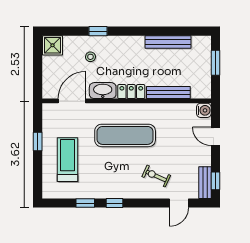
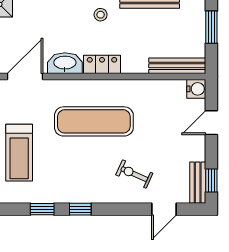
stool: (90, 57) -> (101, 15), moved
bench: (168, 93) -> (177, 66), moved
door: (216, 136) -> (211, 123), hinge flipped
treadmill: (68, 160) -> (19, 153), turned 180

